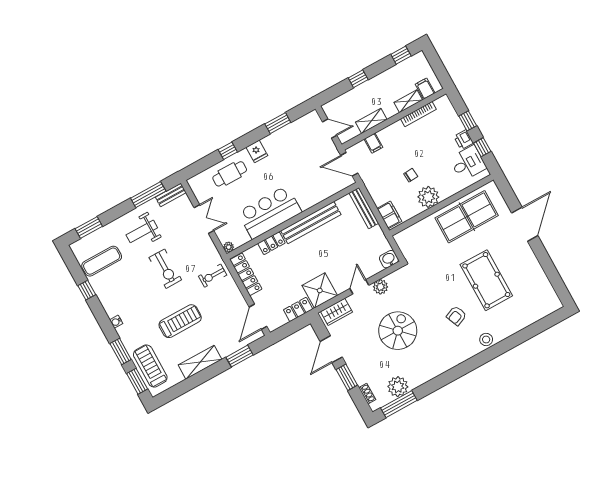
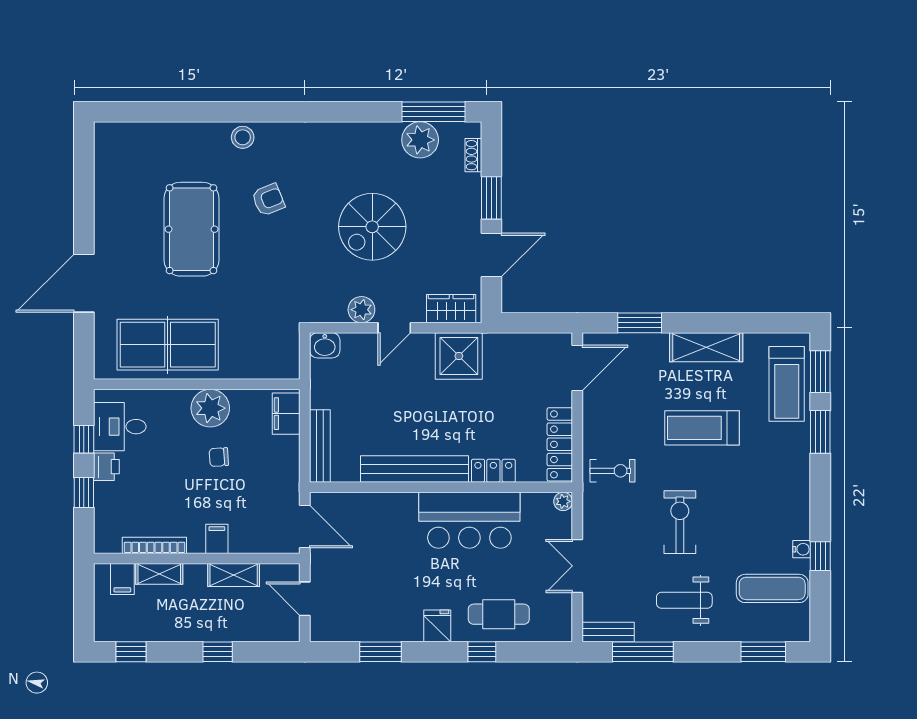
filing cabinet: (373, 143) -> (217, 539), moved
weight bench: (142, 231) -> (684, 600), turned 180
locker: (298, 309) -> (509, 345), removed
water cooler: (116, 322) -> (802, 549), moved

